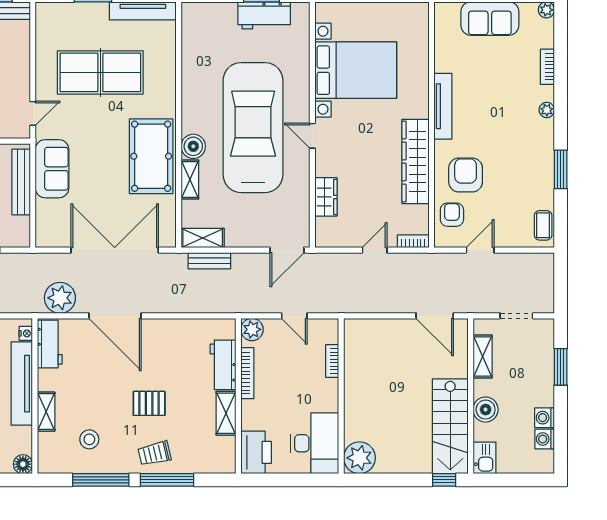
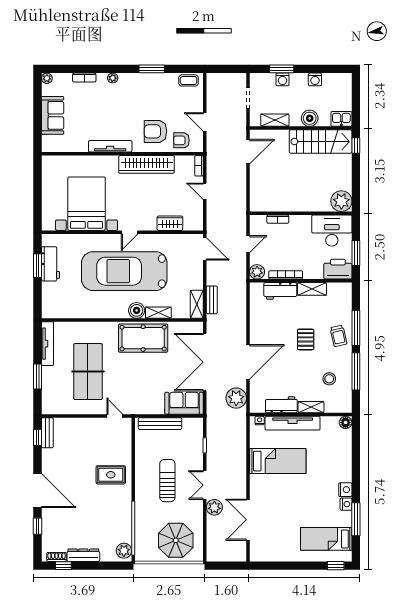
sofa: (52, 169) -> (184, 403), moved
workbench: (50, 344) -> (281, 405), moved
washing machine: (545, 439) -> (282, 79), moved
window: (281, 480) -> (356, 253), added

